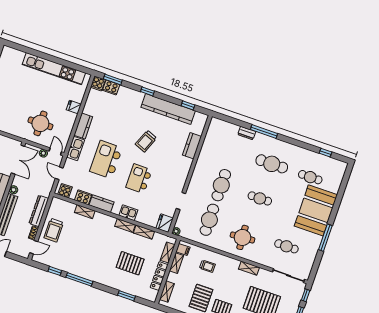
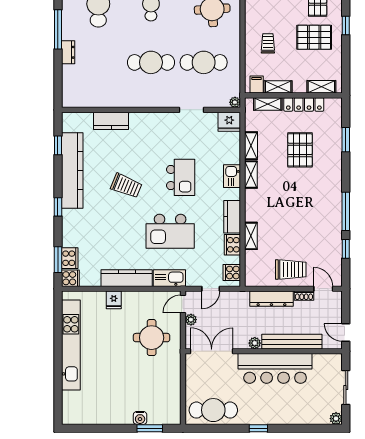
kitchen counter: (83, 126) -> (127, 278), width x1.50
kitchen island: (139, 179) -> (181, 177), turned -90

